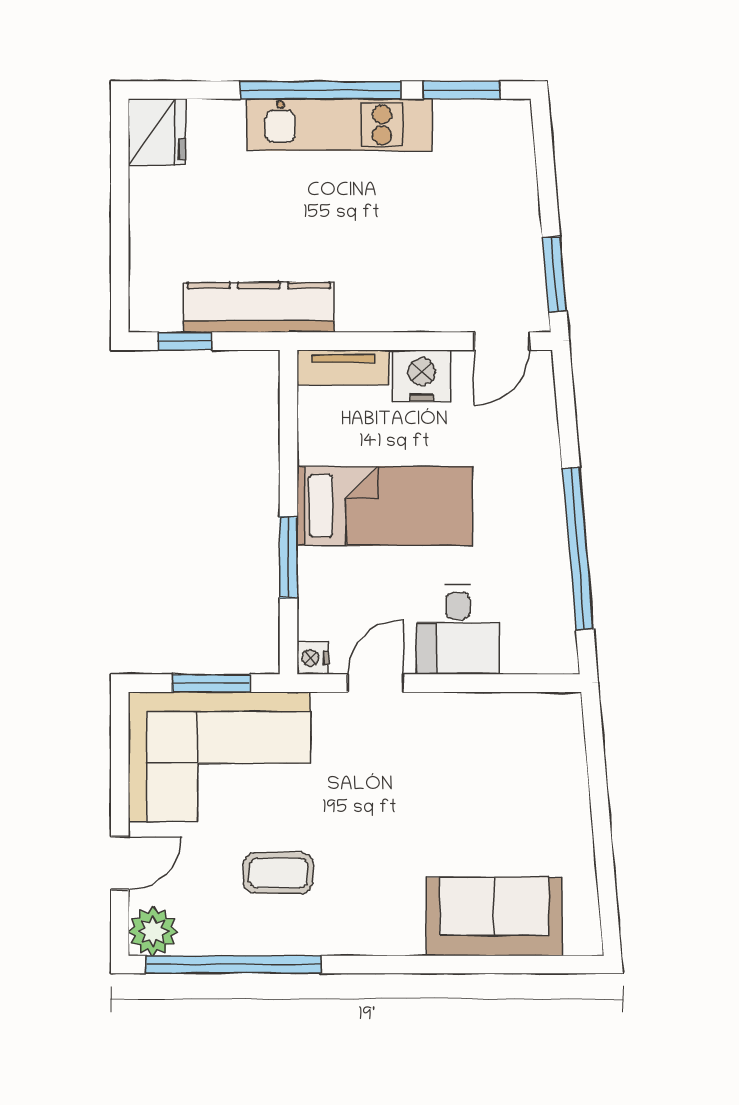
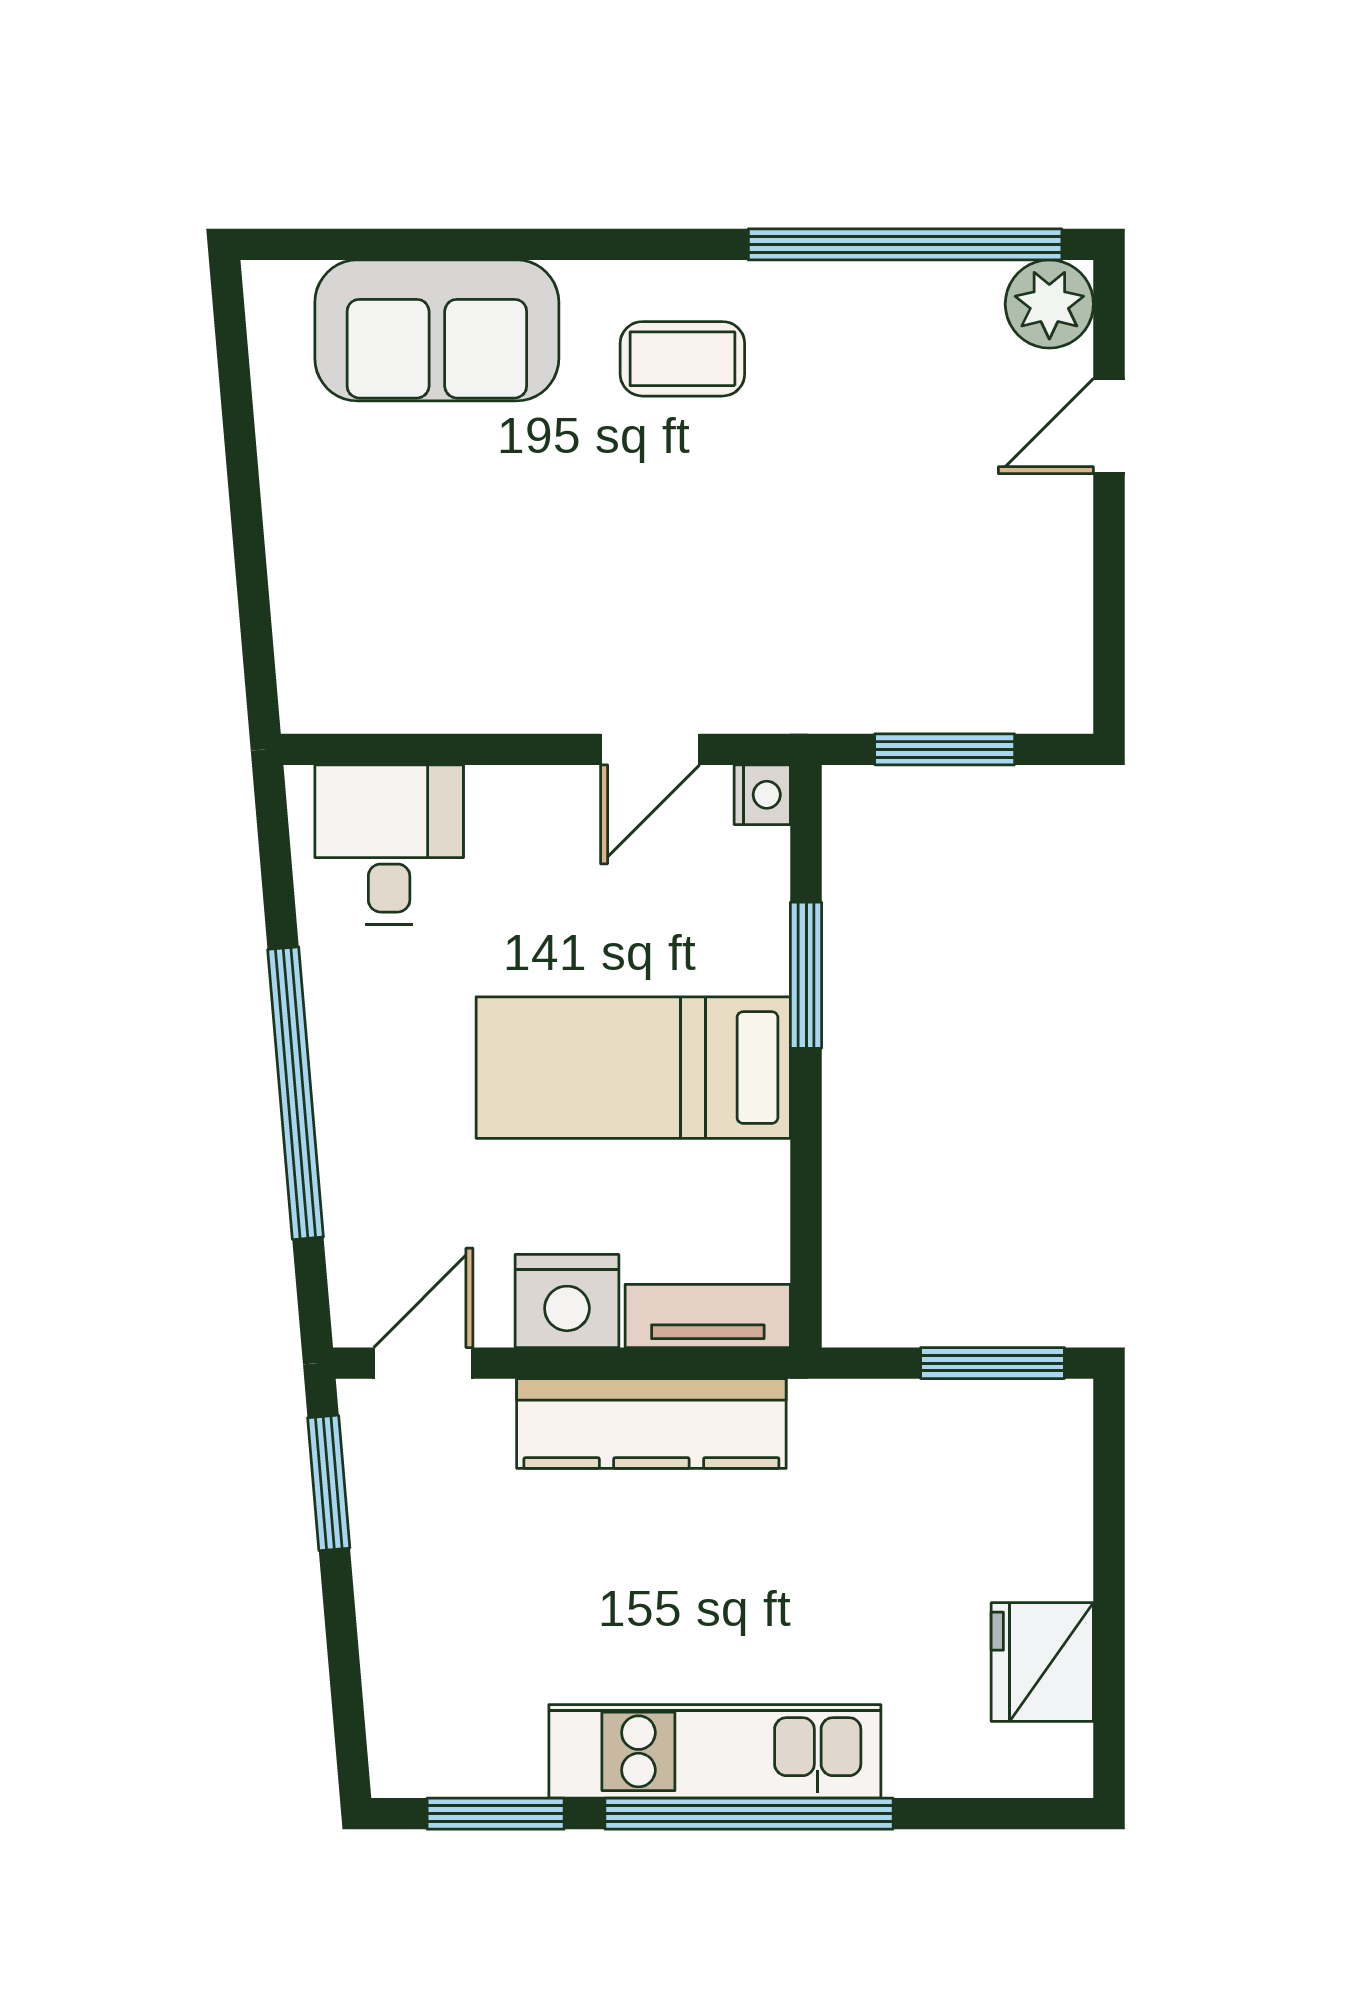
fridge: (157, 132) -> (1042, 1662), moved
kitchen counter: (259, 307) -> (651, 1424), moved
window: (185, 341) -> (992, 1363), width x1.50
window: (578, 548) -> (296, 1093), moved
desk: (458, 630) -> (389, 845), moved
corner sofa: (219, 757) -> (930, 617), removed
coffee table: (278, 873) -> (682, 359), moved

